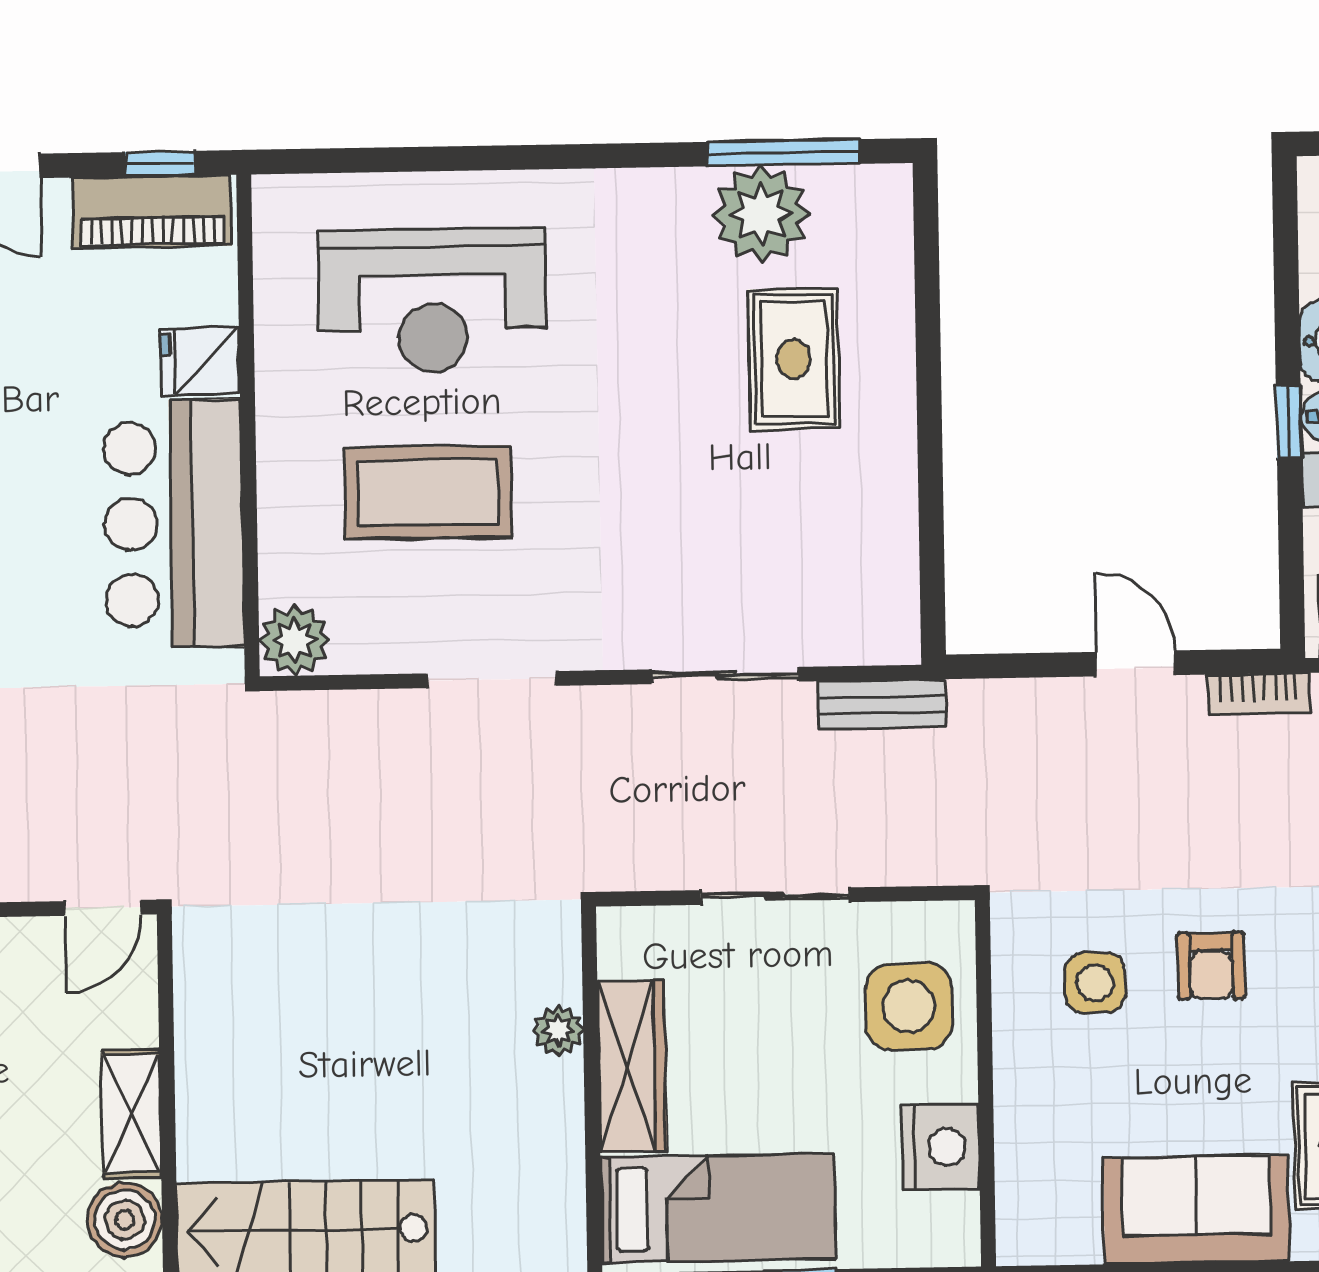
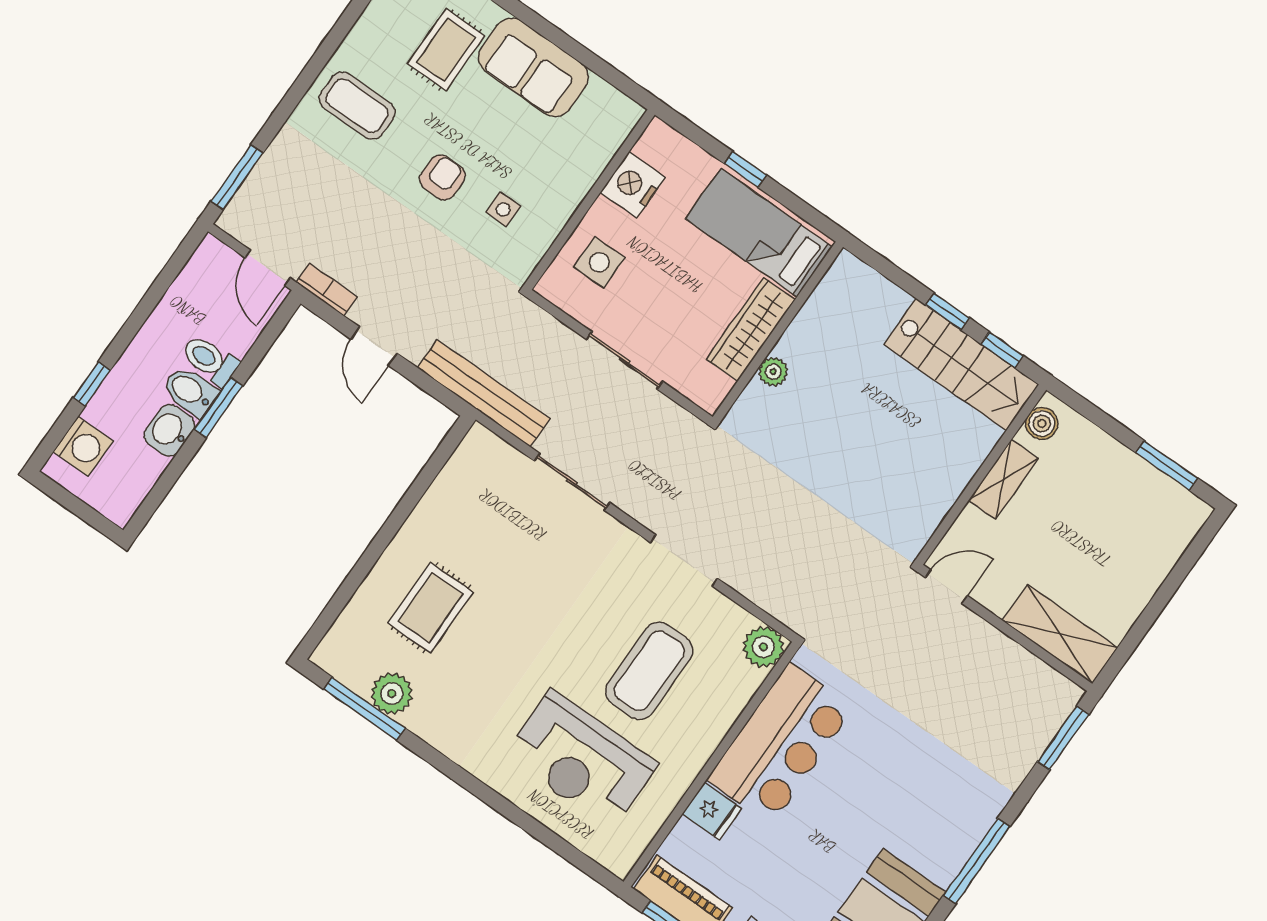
plant: (761, 214) -> (392, 694), width x0.73, depth x0.73
reception desk: (432, 301) -> (581, 760), turned 180
window: (1289, 422) -> (218, 408), width x1.50
coffee table: (428, 492) -> (649, 671), turned 90
bench: (882, 704) -> (483, 393), width x1.86, depth x1.21
side table: (1095, 983) -> (503, 209), width x0.73, depth x0.73
side table: (909, 1006) -> (599, 262), width x0.73, depth x0.73
boiler: (125, 1220) -> (1042, 423), width x0.73, depth x0.73

